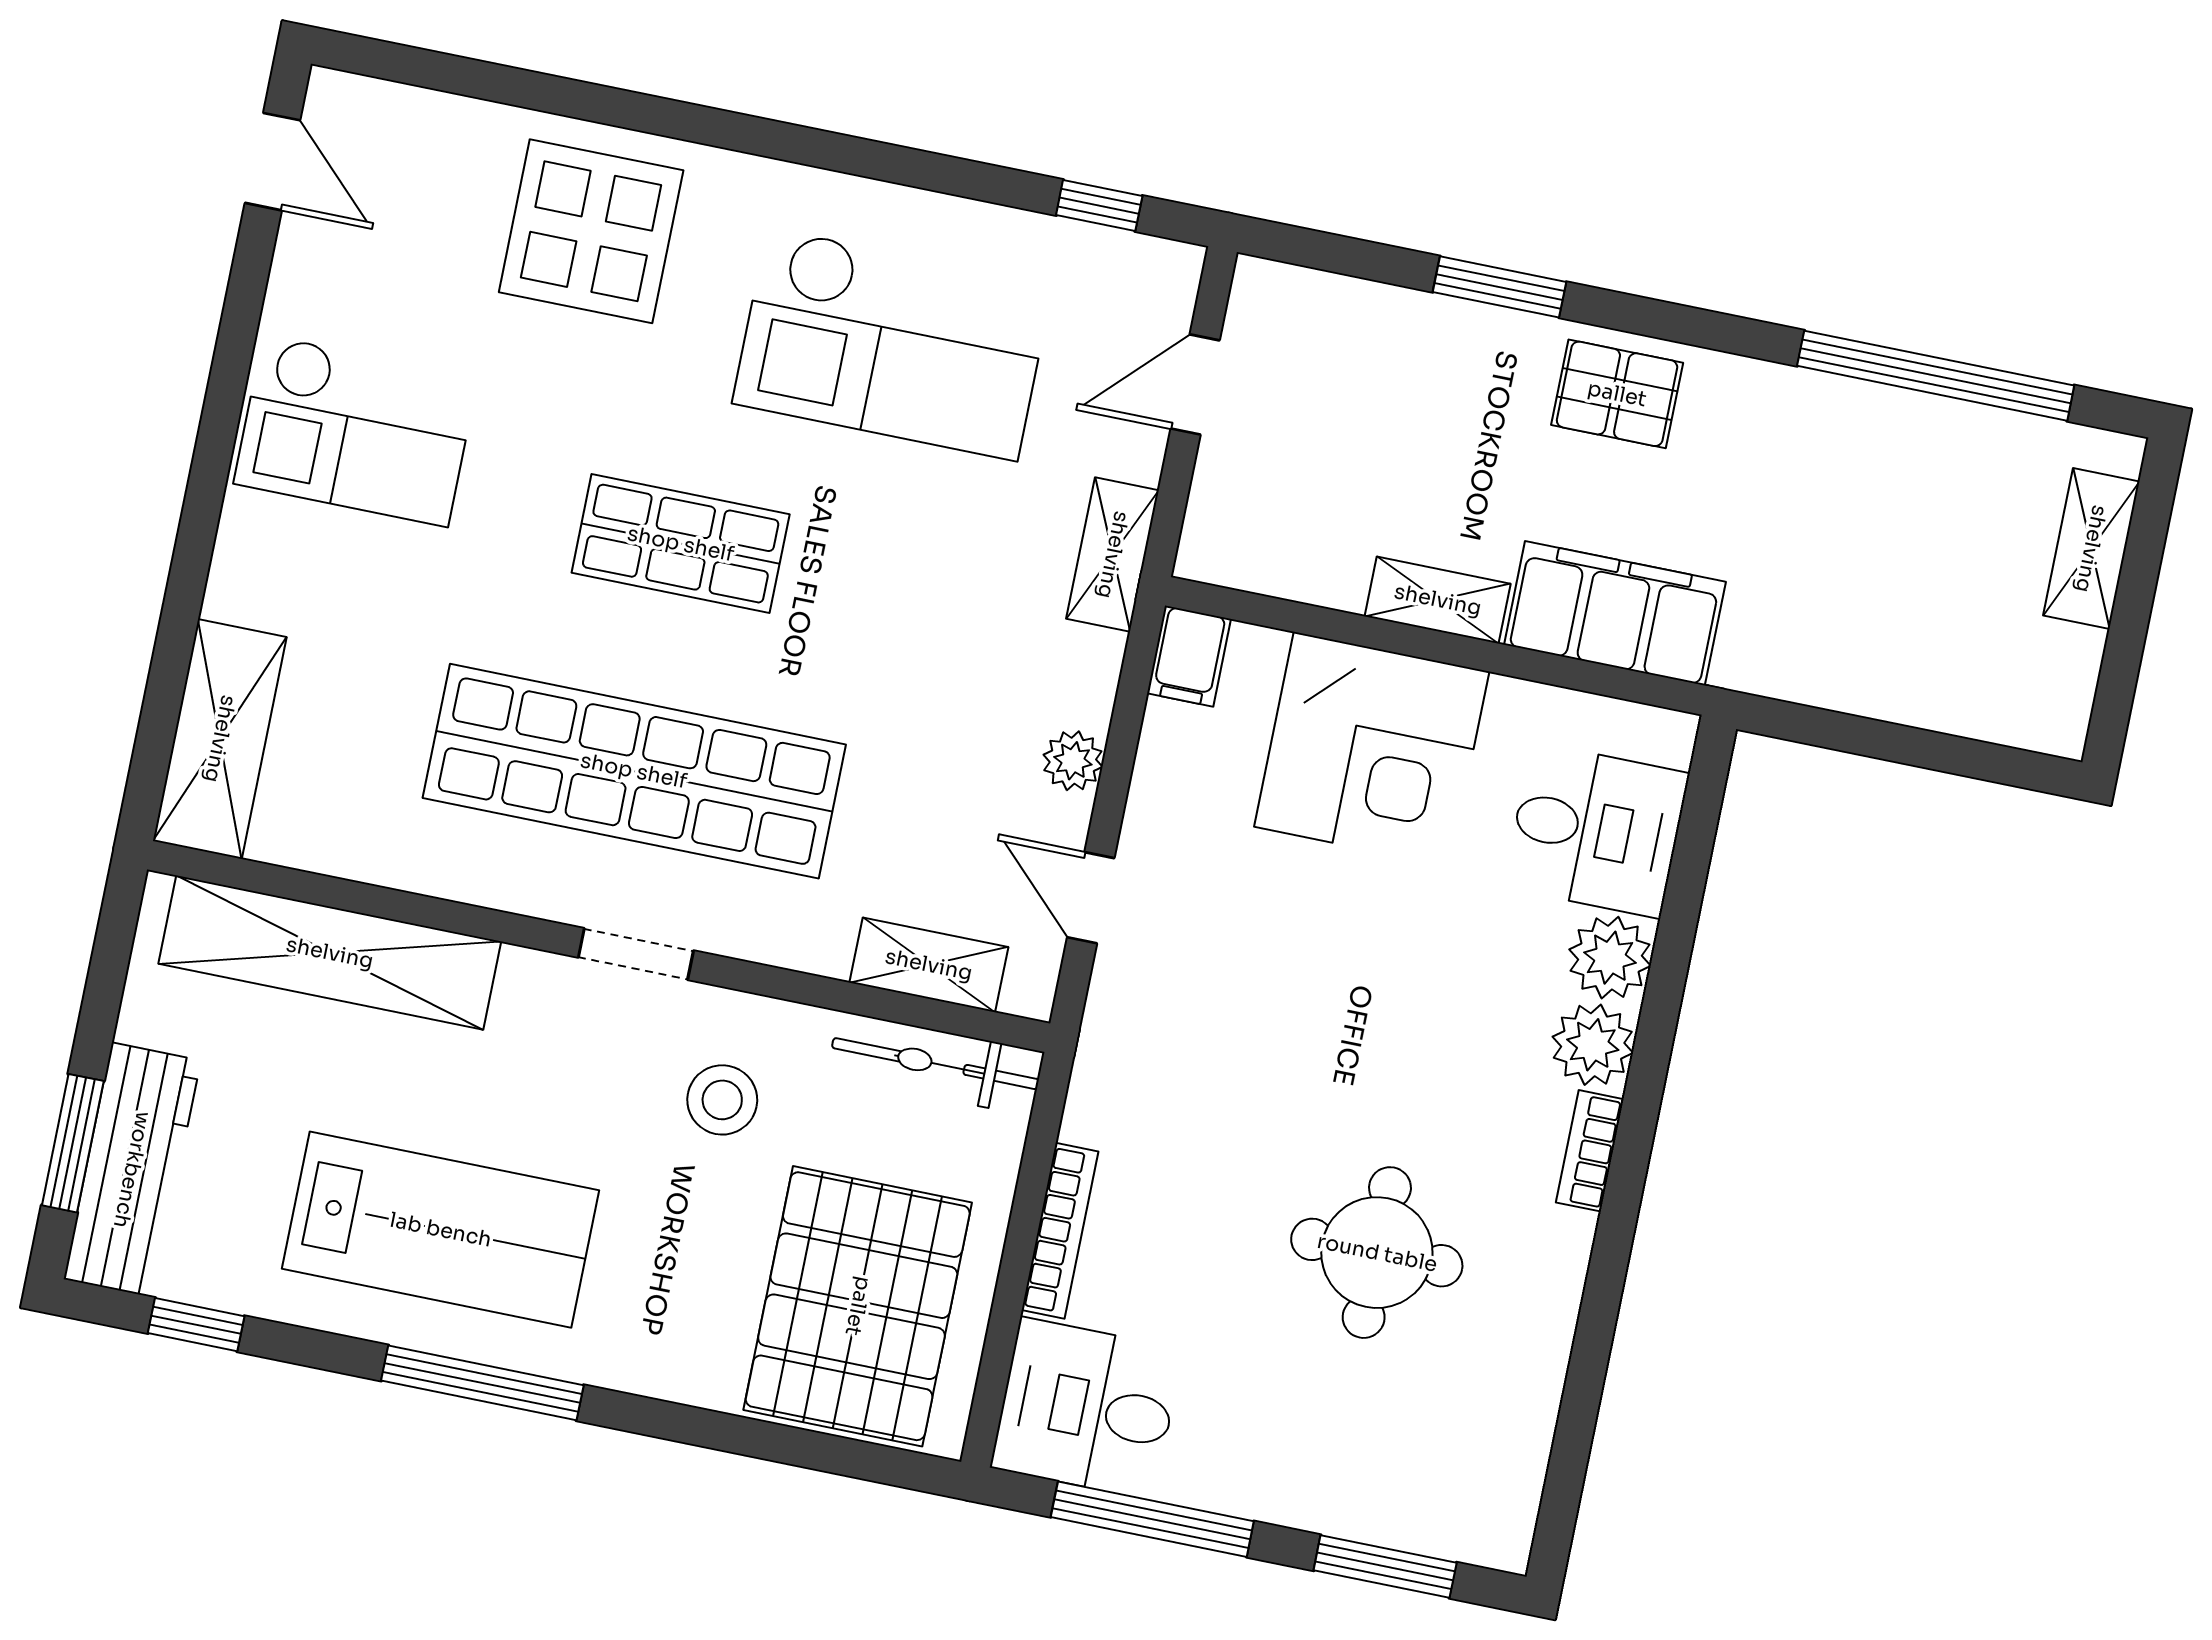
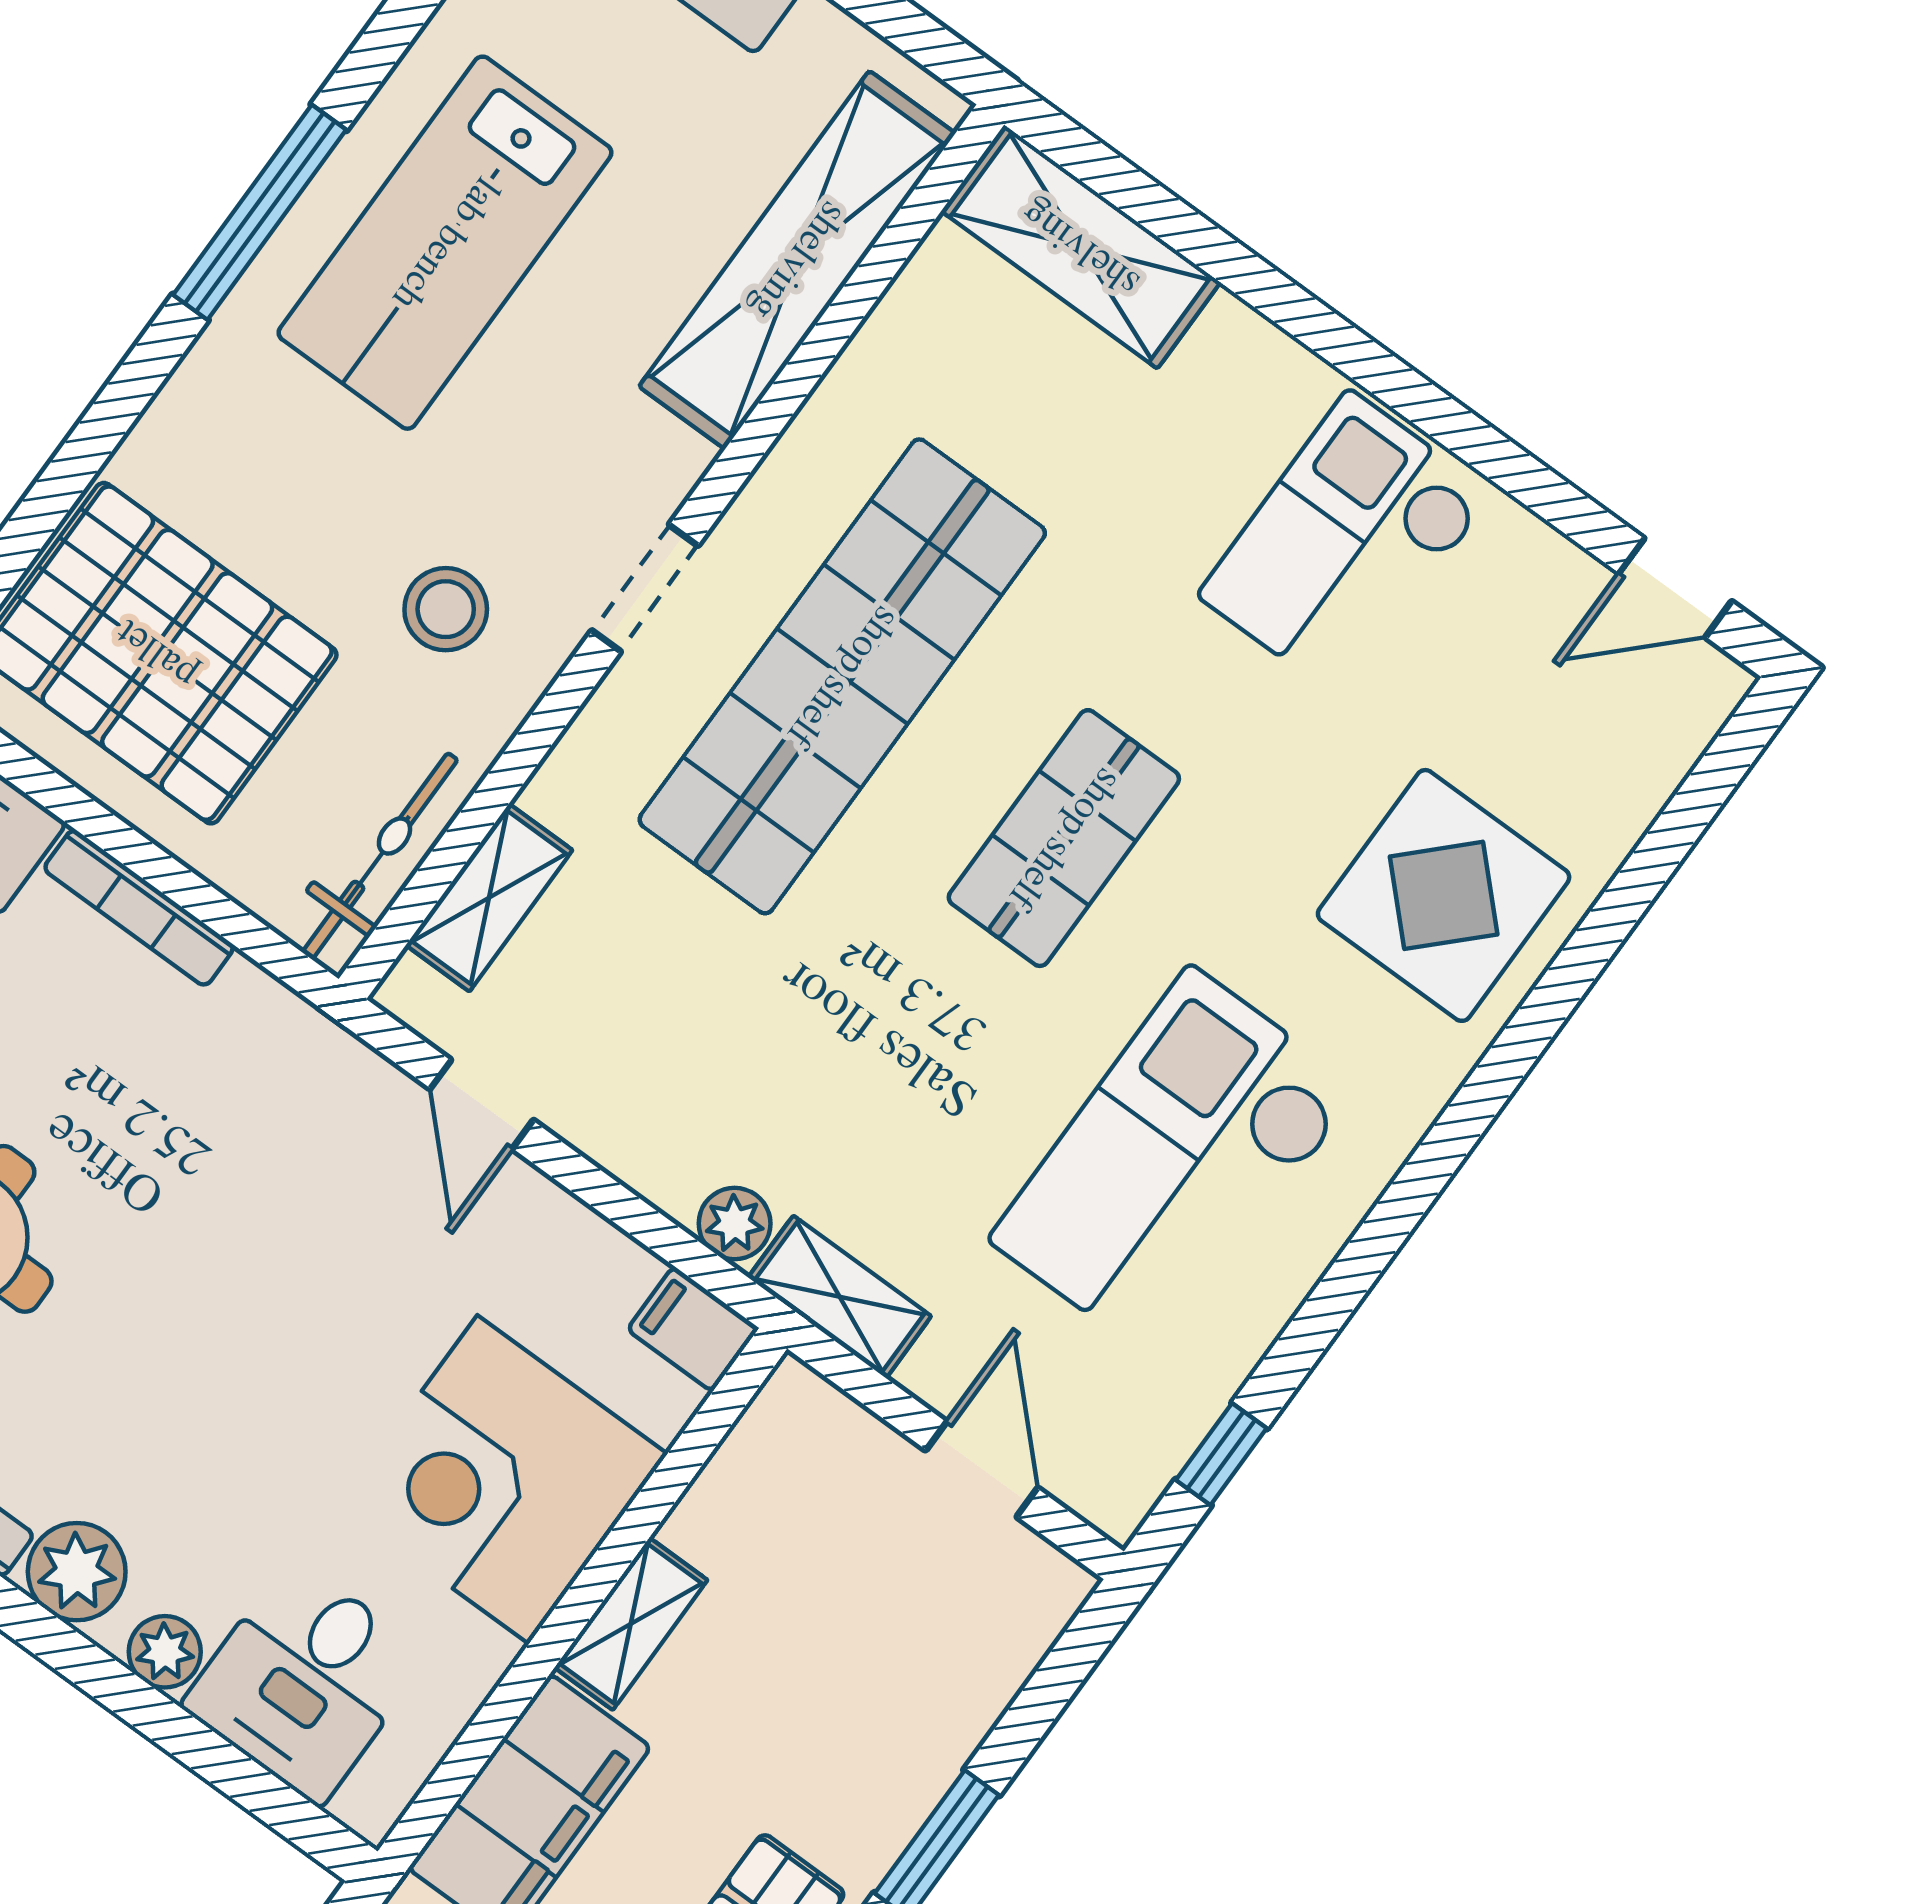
plant: (1073, 761) -> (735, 1224), moved
door: (1091, 898) -> (482, 1104), swing flipped
plant: (1610, 958) -> (165, 1652), width x0.73, depth x0.73

